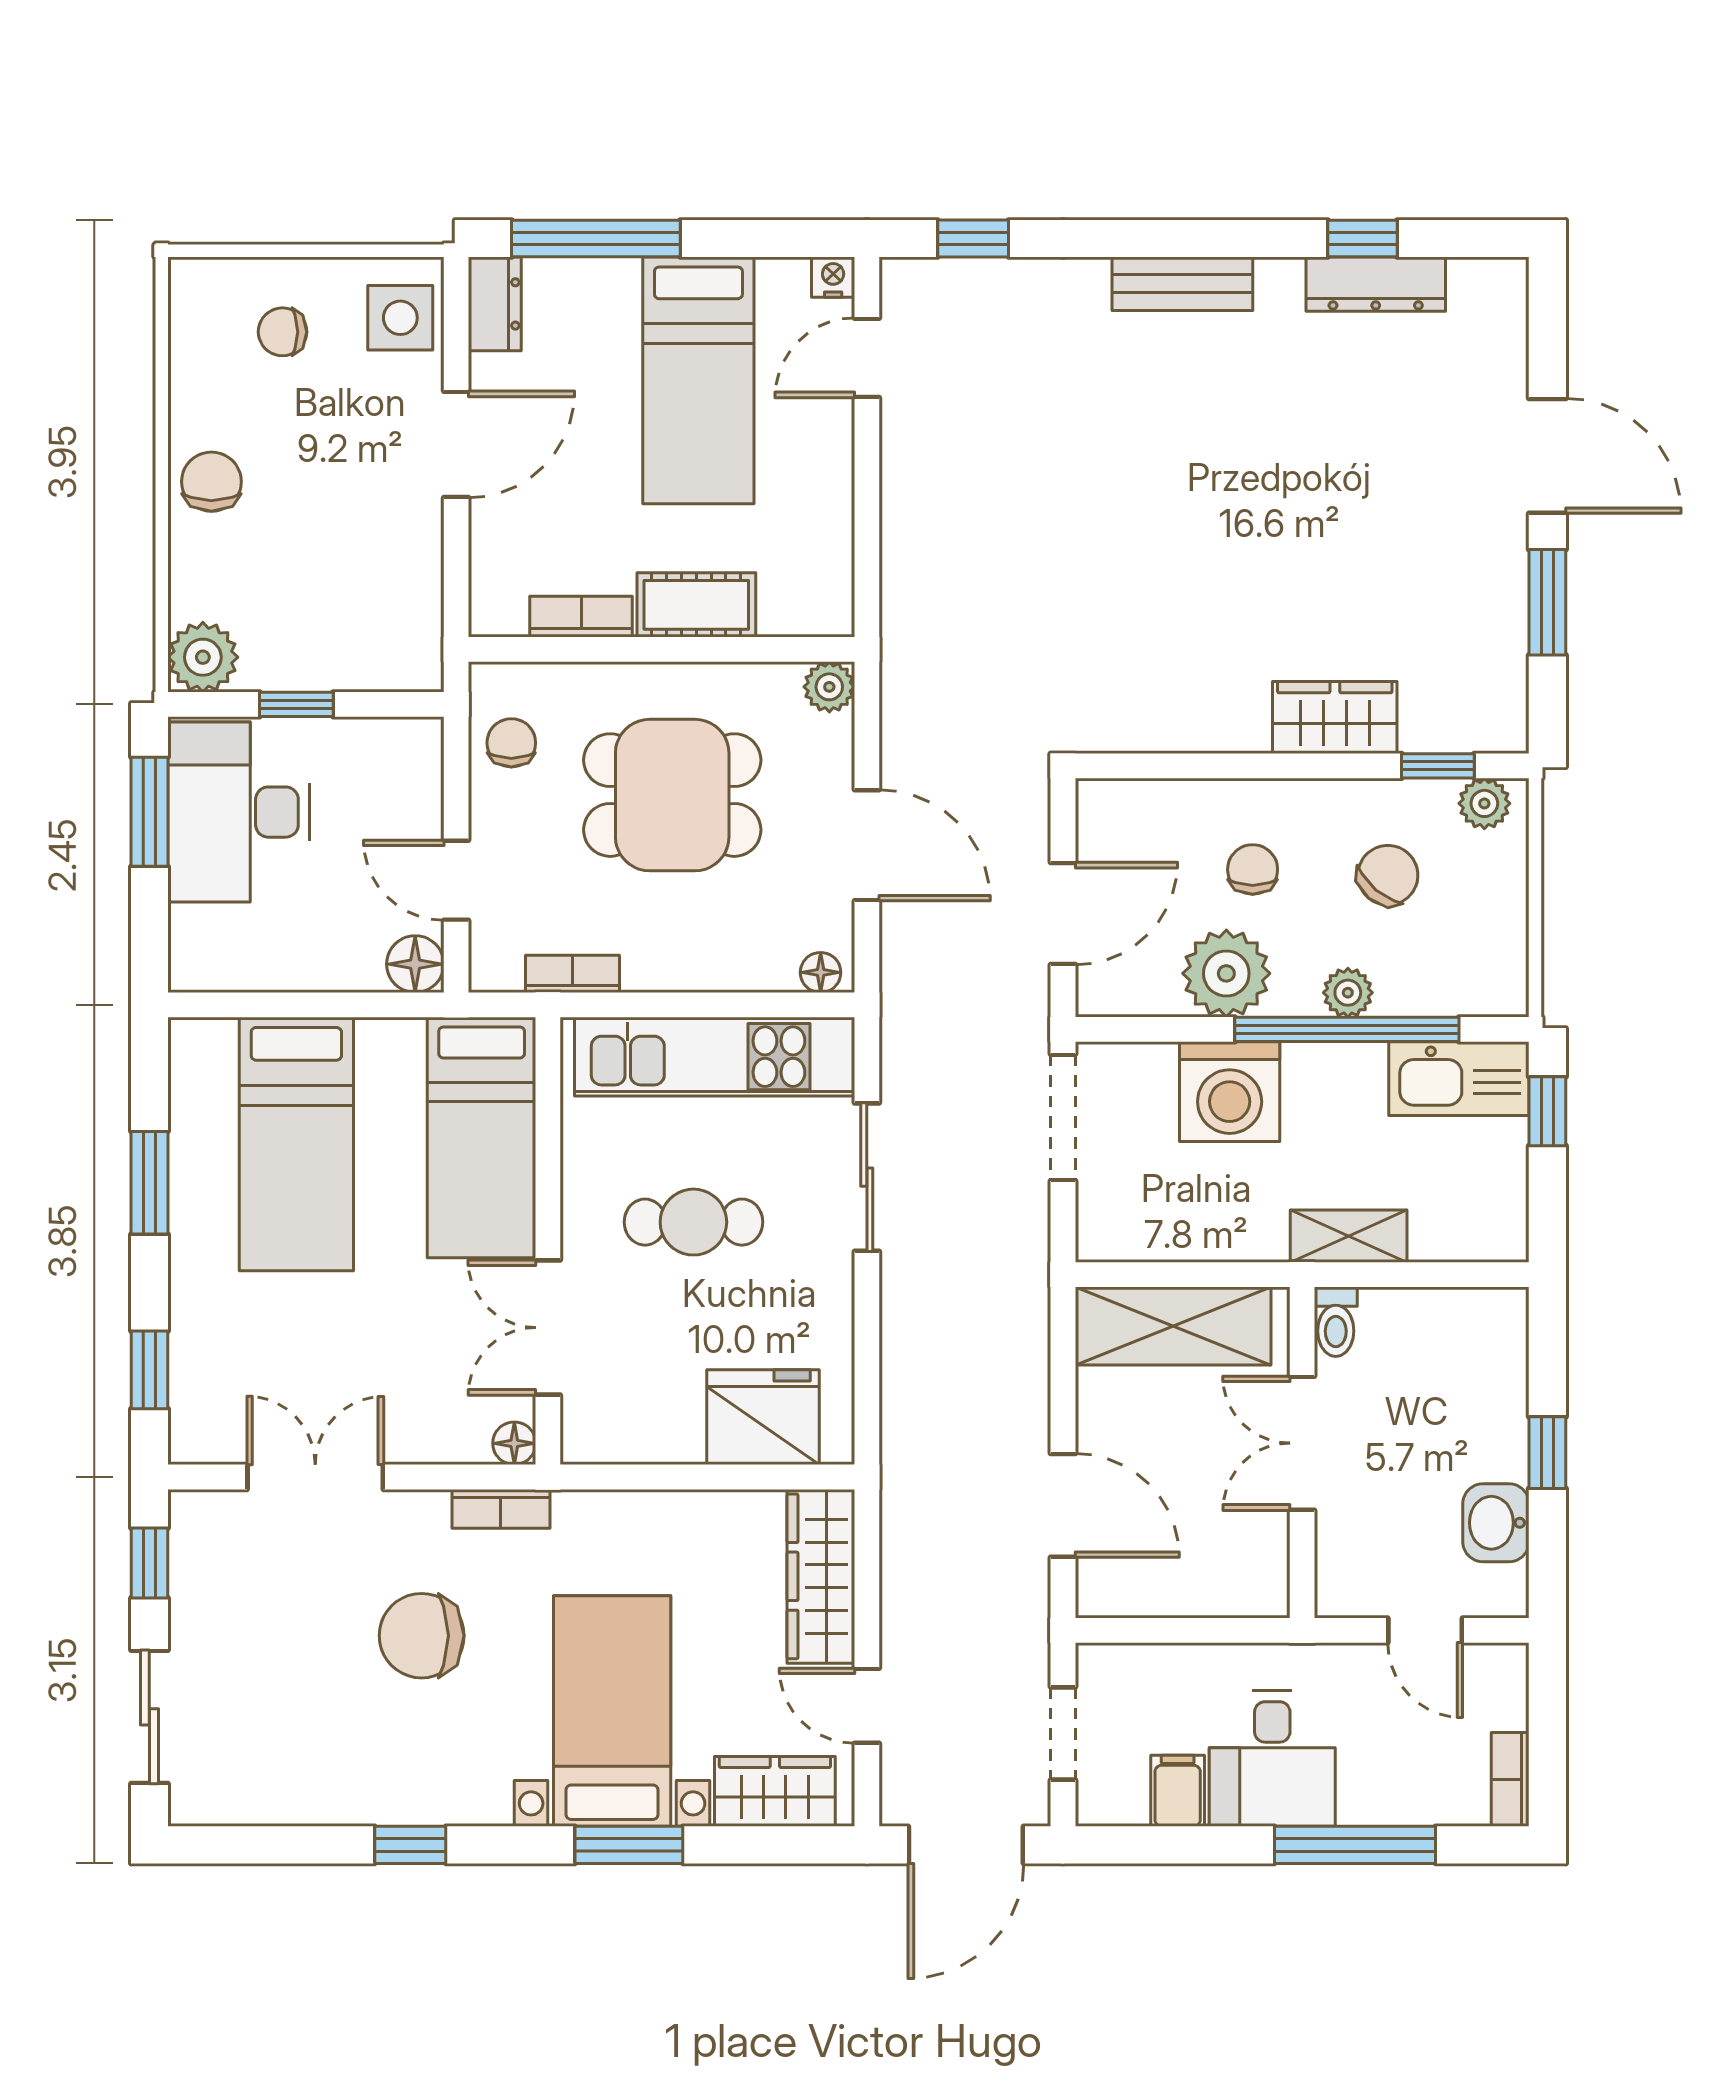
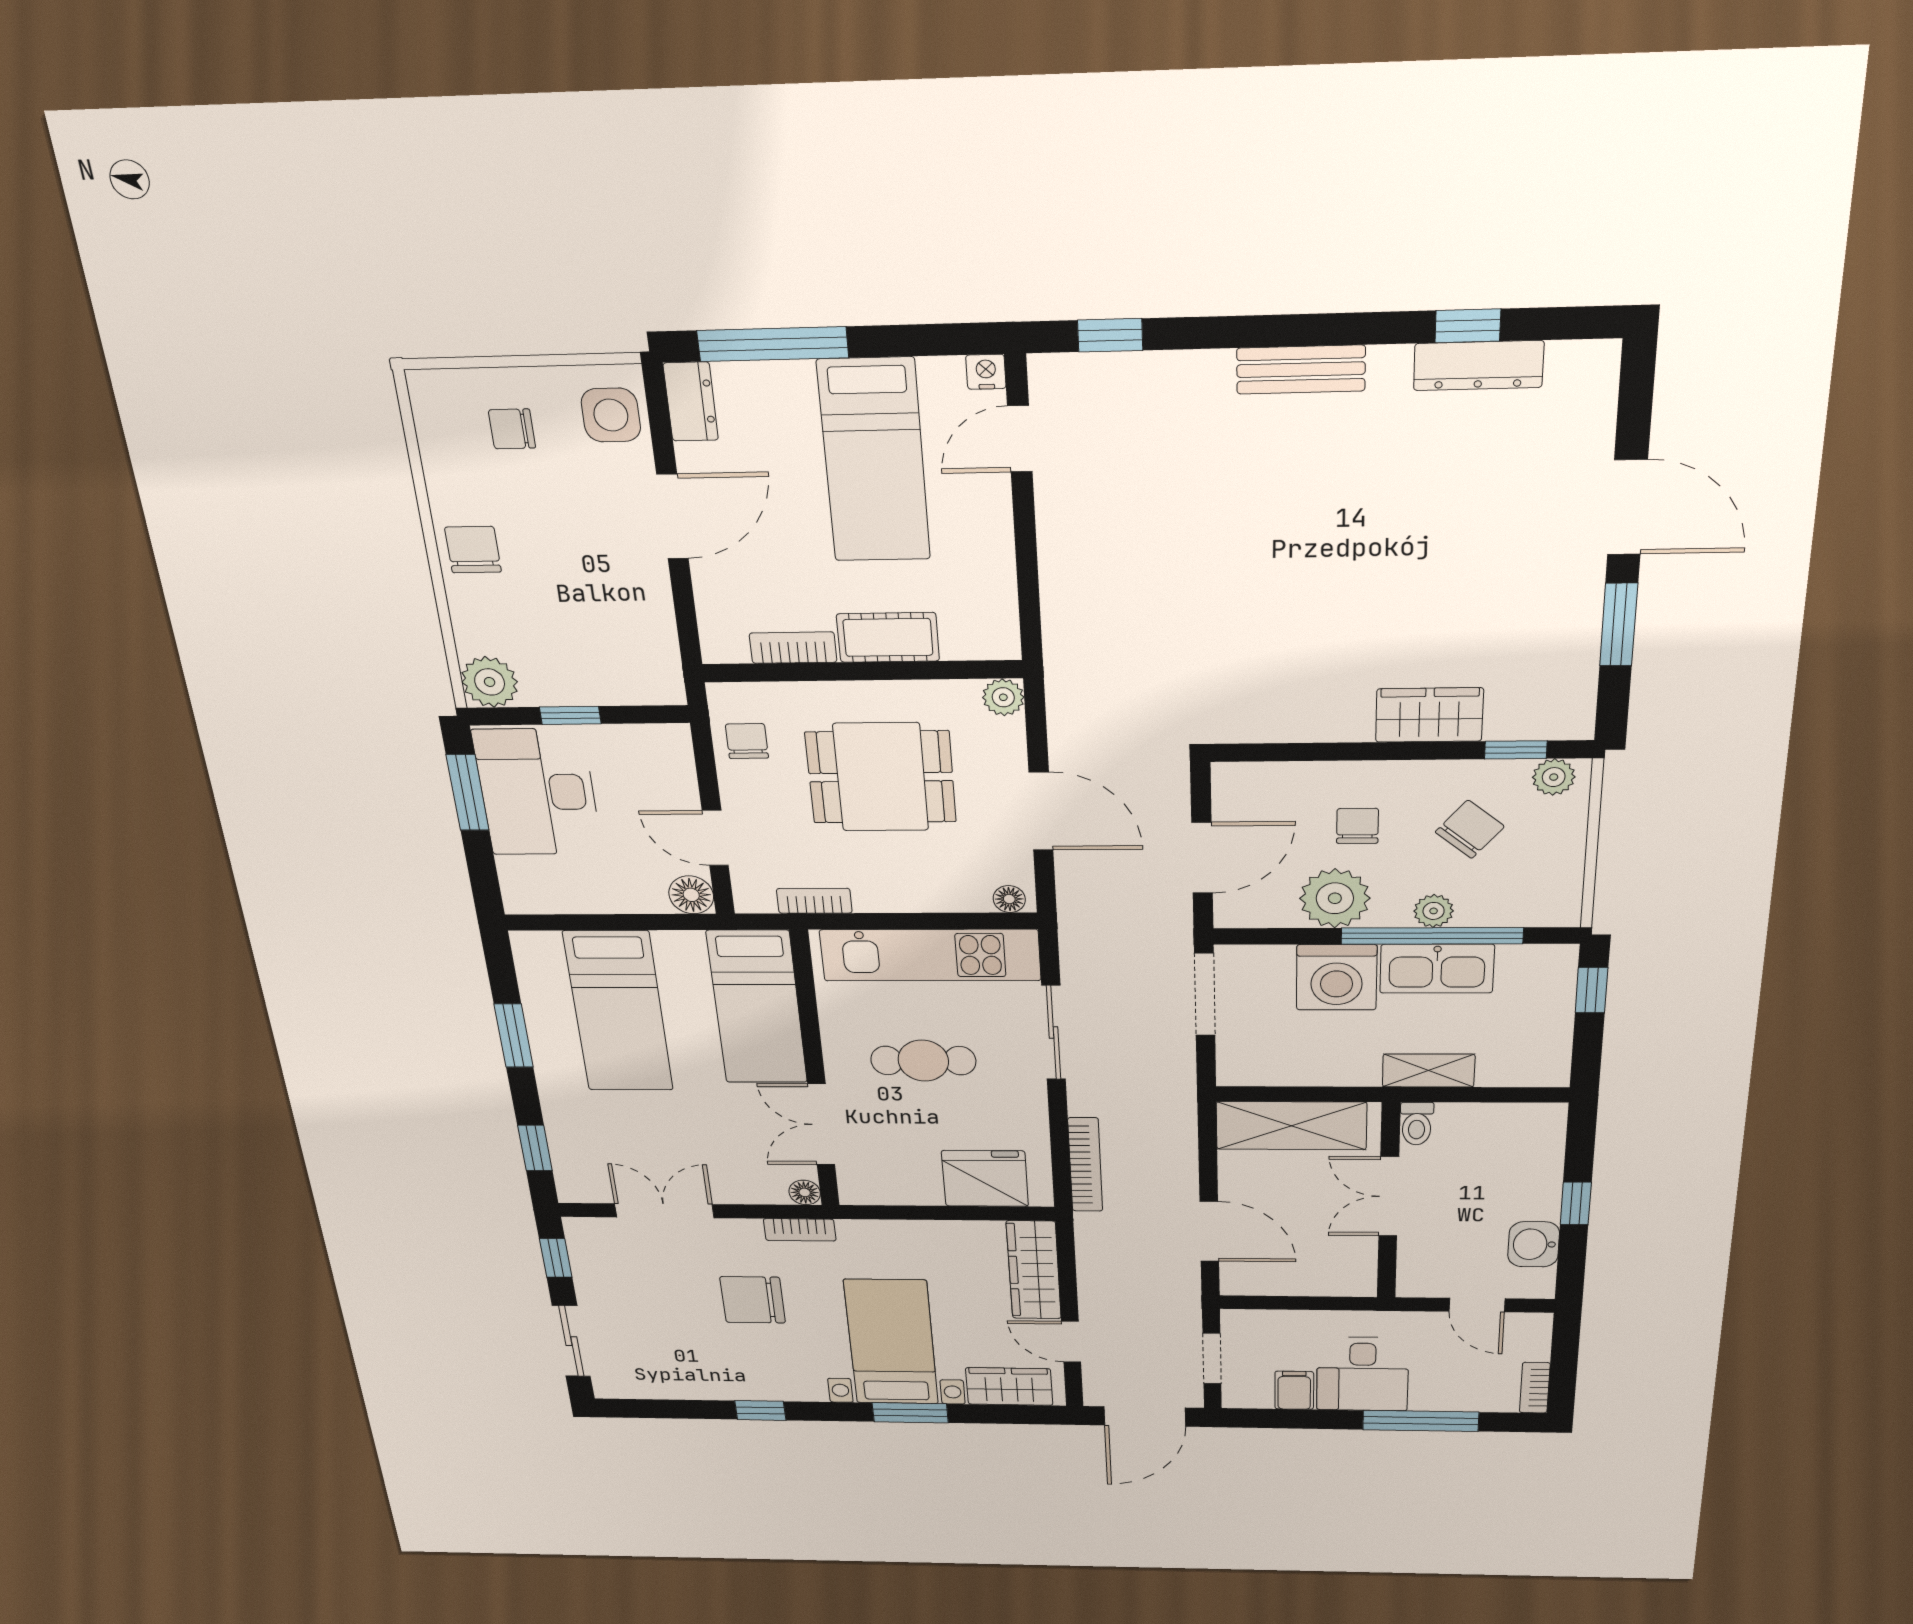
kitchen sink: (1459, 1079) -> (1437, 969), moved
bookcase: (899, 1393) -> (1085, 1165), added

